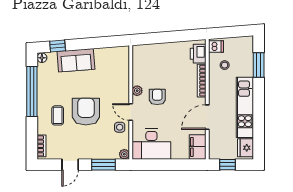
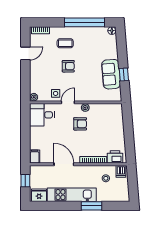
window: (58, 46) -> (124, 75), moved
sofa: (76, 60) -> (111, 74), moved
window: (259, 65) -> (91, 206), moved
armchair: (86, 112) -> (68, 66), width x0.53, depth x0.53
desk: (151, 144) -> (42, 115), width x0.73
filing cabinet: (198, 147) -> (35, 156), width x0.50
door: (70, 165) -> (25, 53), swing flipped
window: (103, 165) -> (25, 80), removed

